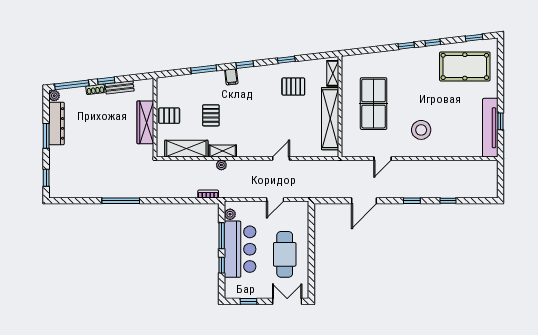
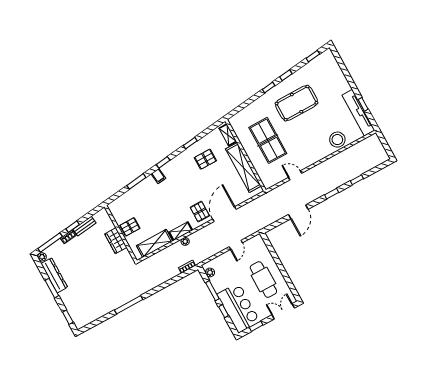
pool table: (465, 66) -> (297, 103), moved
pallet: (211, 115) -> (200, 212), moved
wardrobe: (145, 122) -> (116, 241), width x0.67
stool: (421, 130) -> (337, 140), moved
door: (281, 159) -> (224, 214), width x1.88
door: (383, 159) -> (295, 175), swing flipped
bar counter: (240, 249) -> (238, 308), moved

